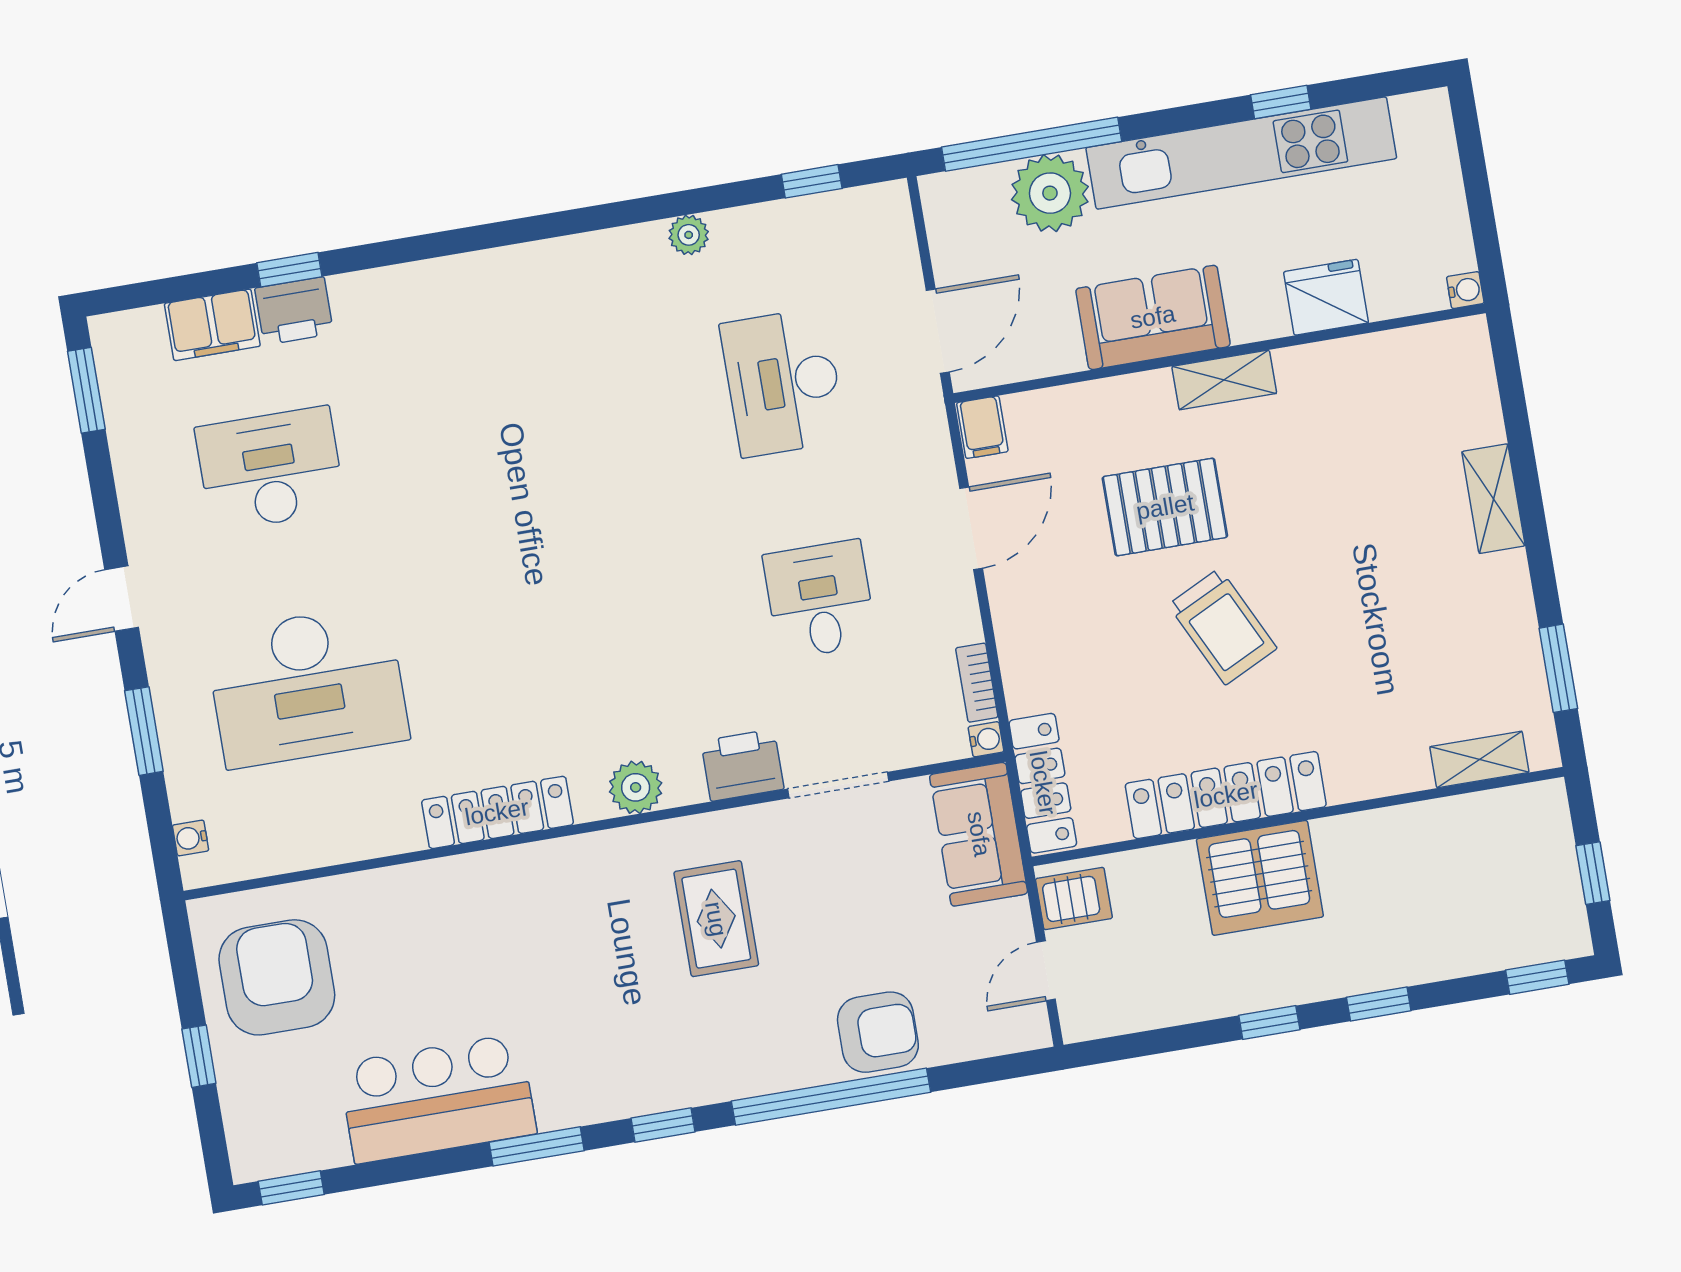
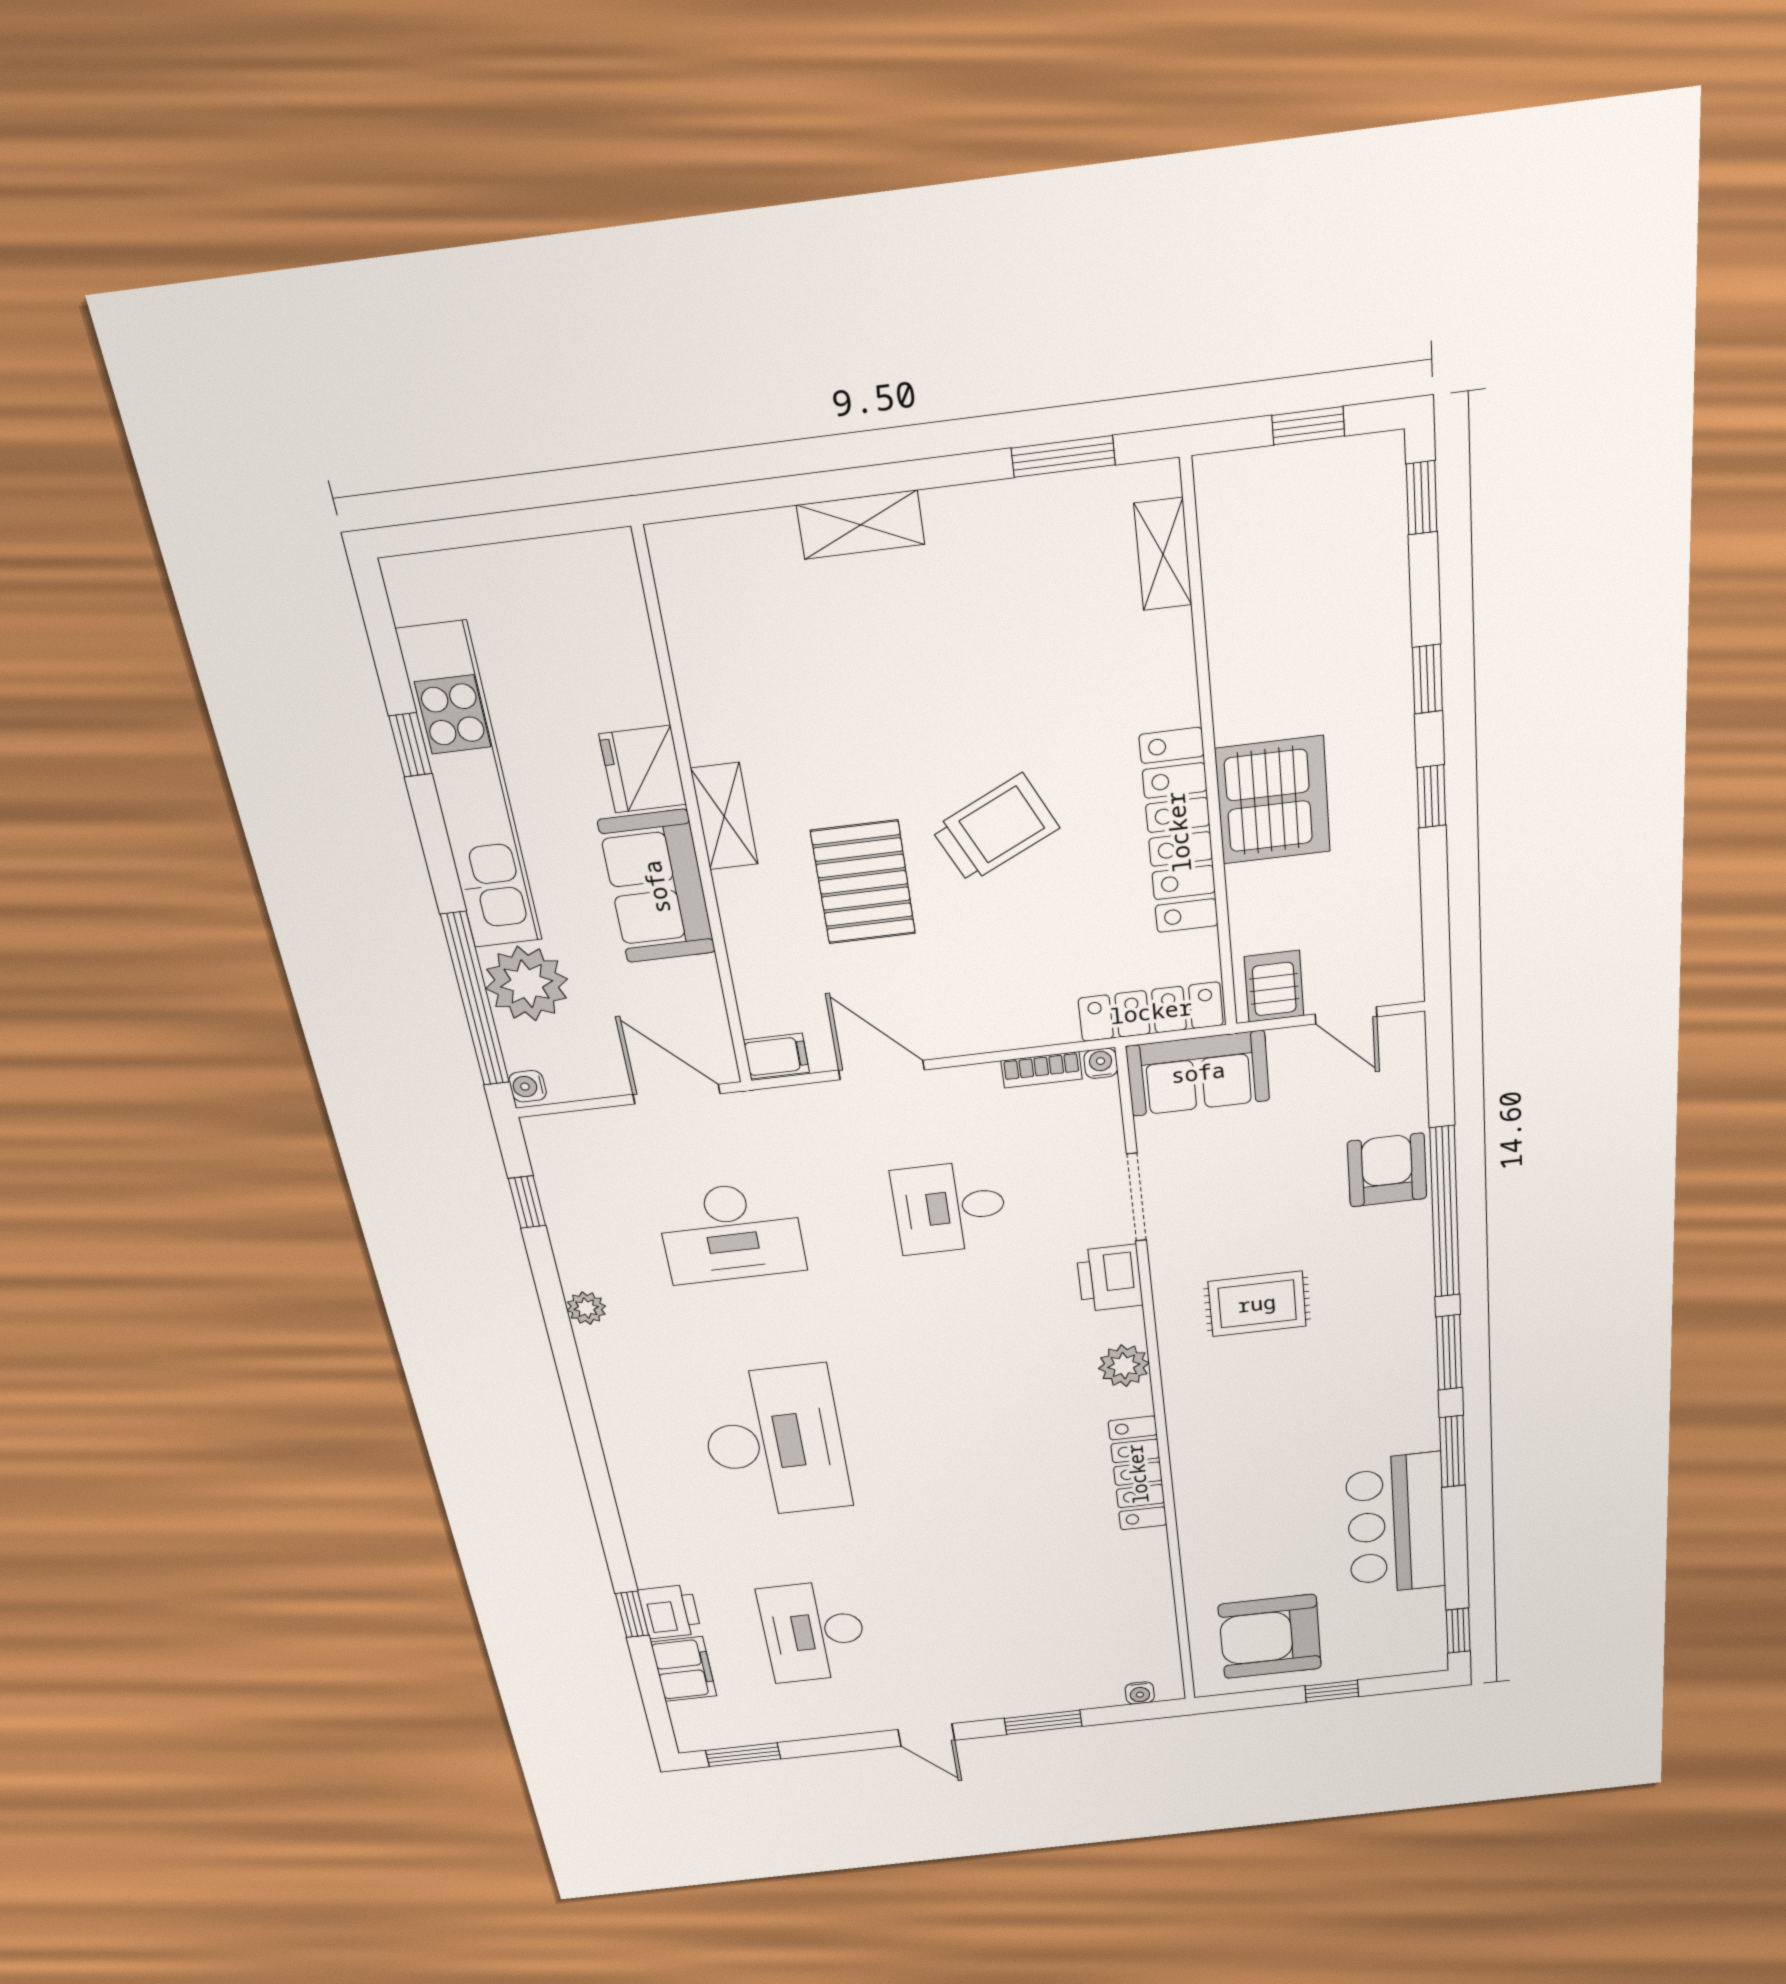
water cooler: (1465, 290) -> (528, 1086), moved, turned -90
fridge: (1326, 297) -> (643, 769), moved
desk: (307, 686) -> (774, 1442), moved
window: (663, 1125) -> (1449, 1352), width x1.50

